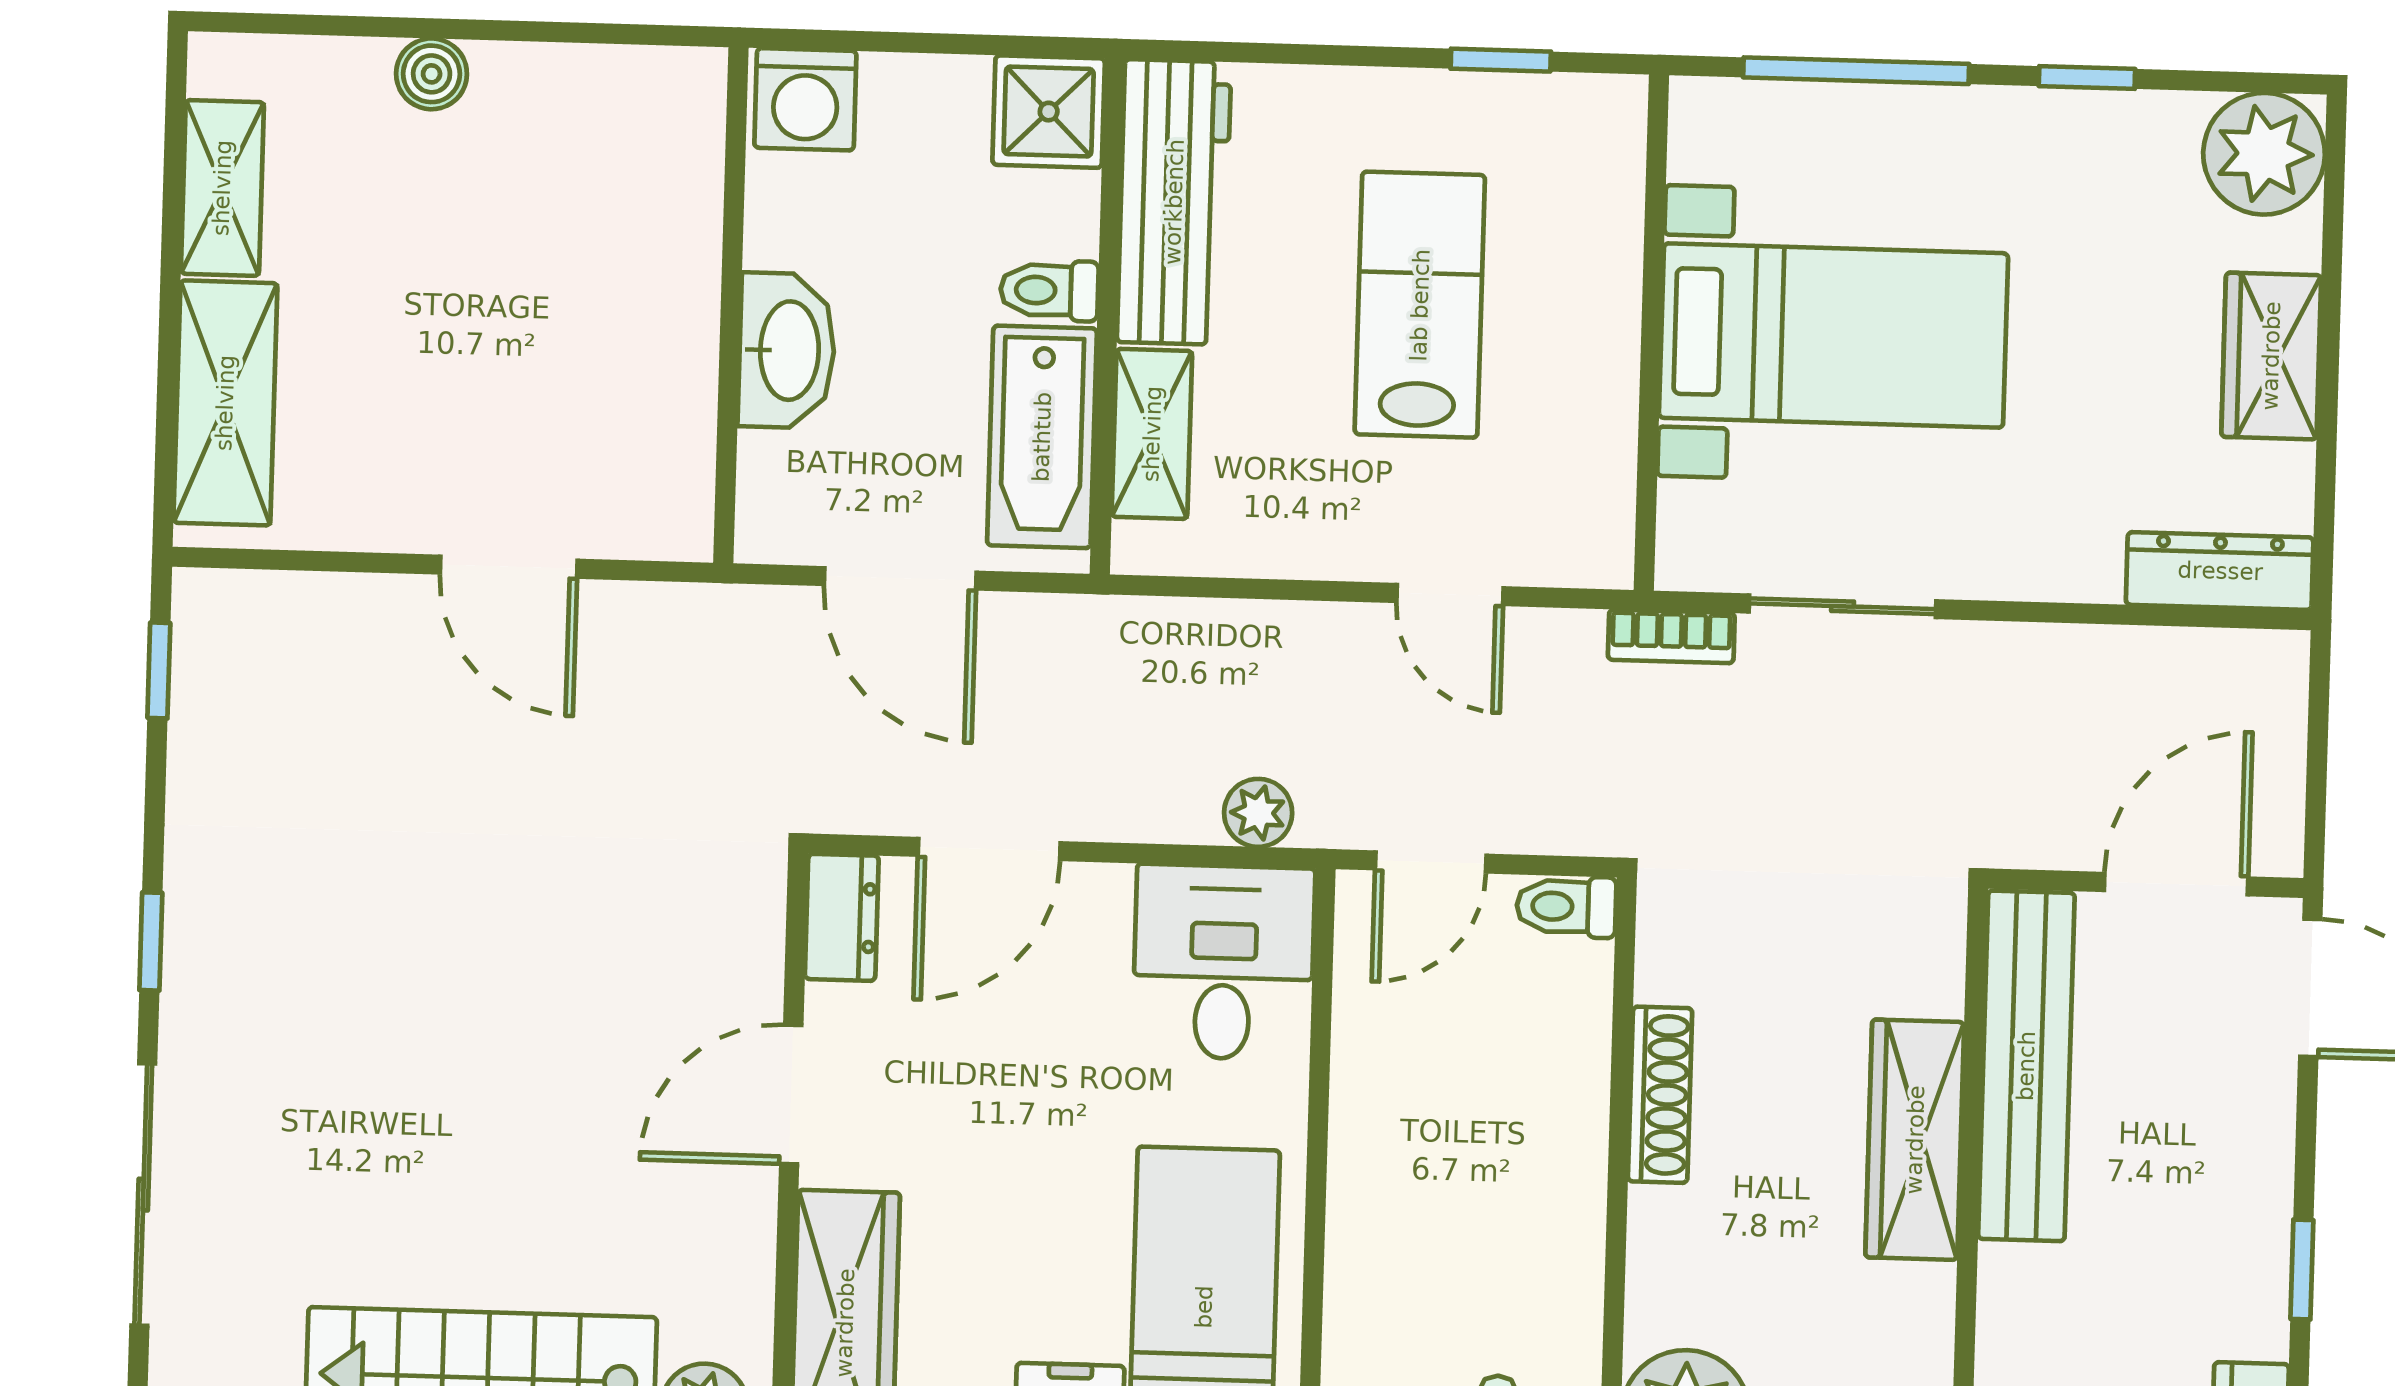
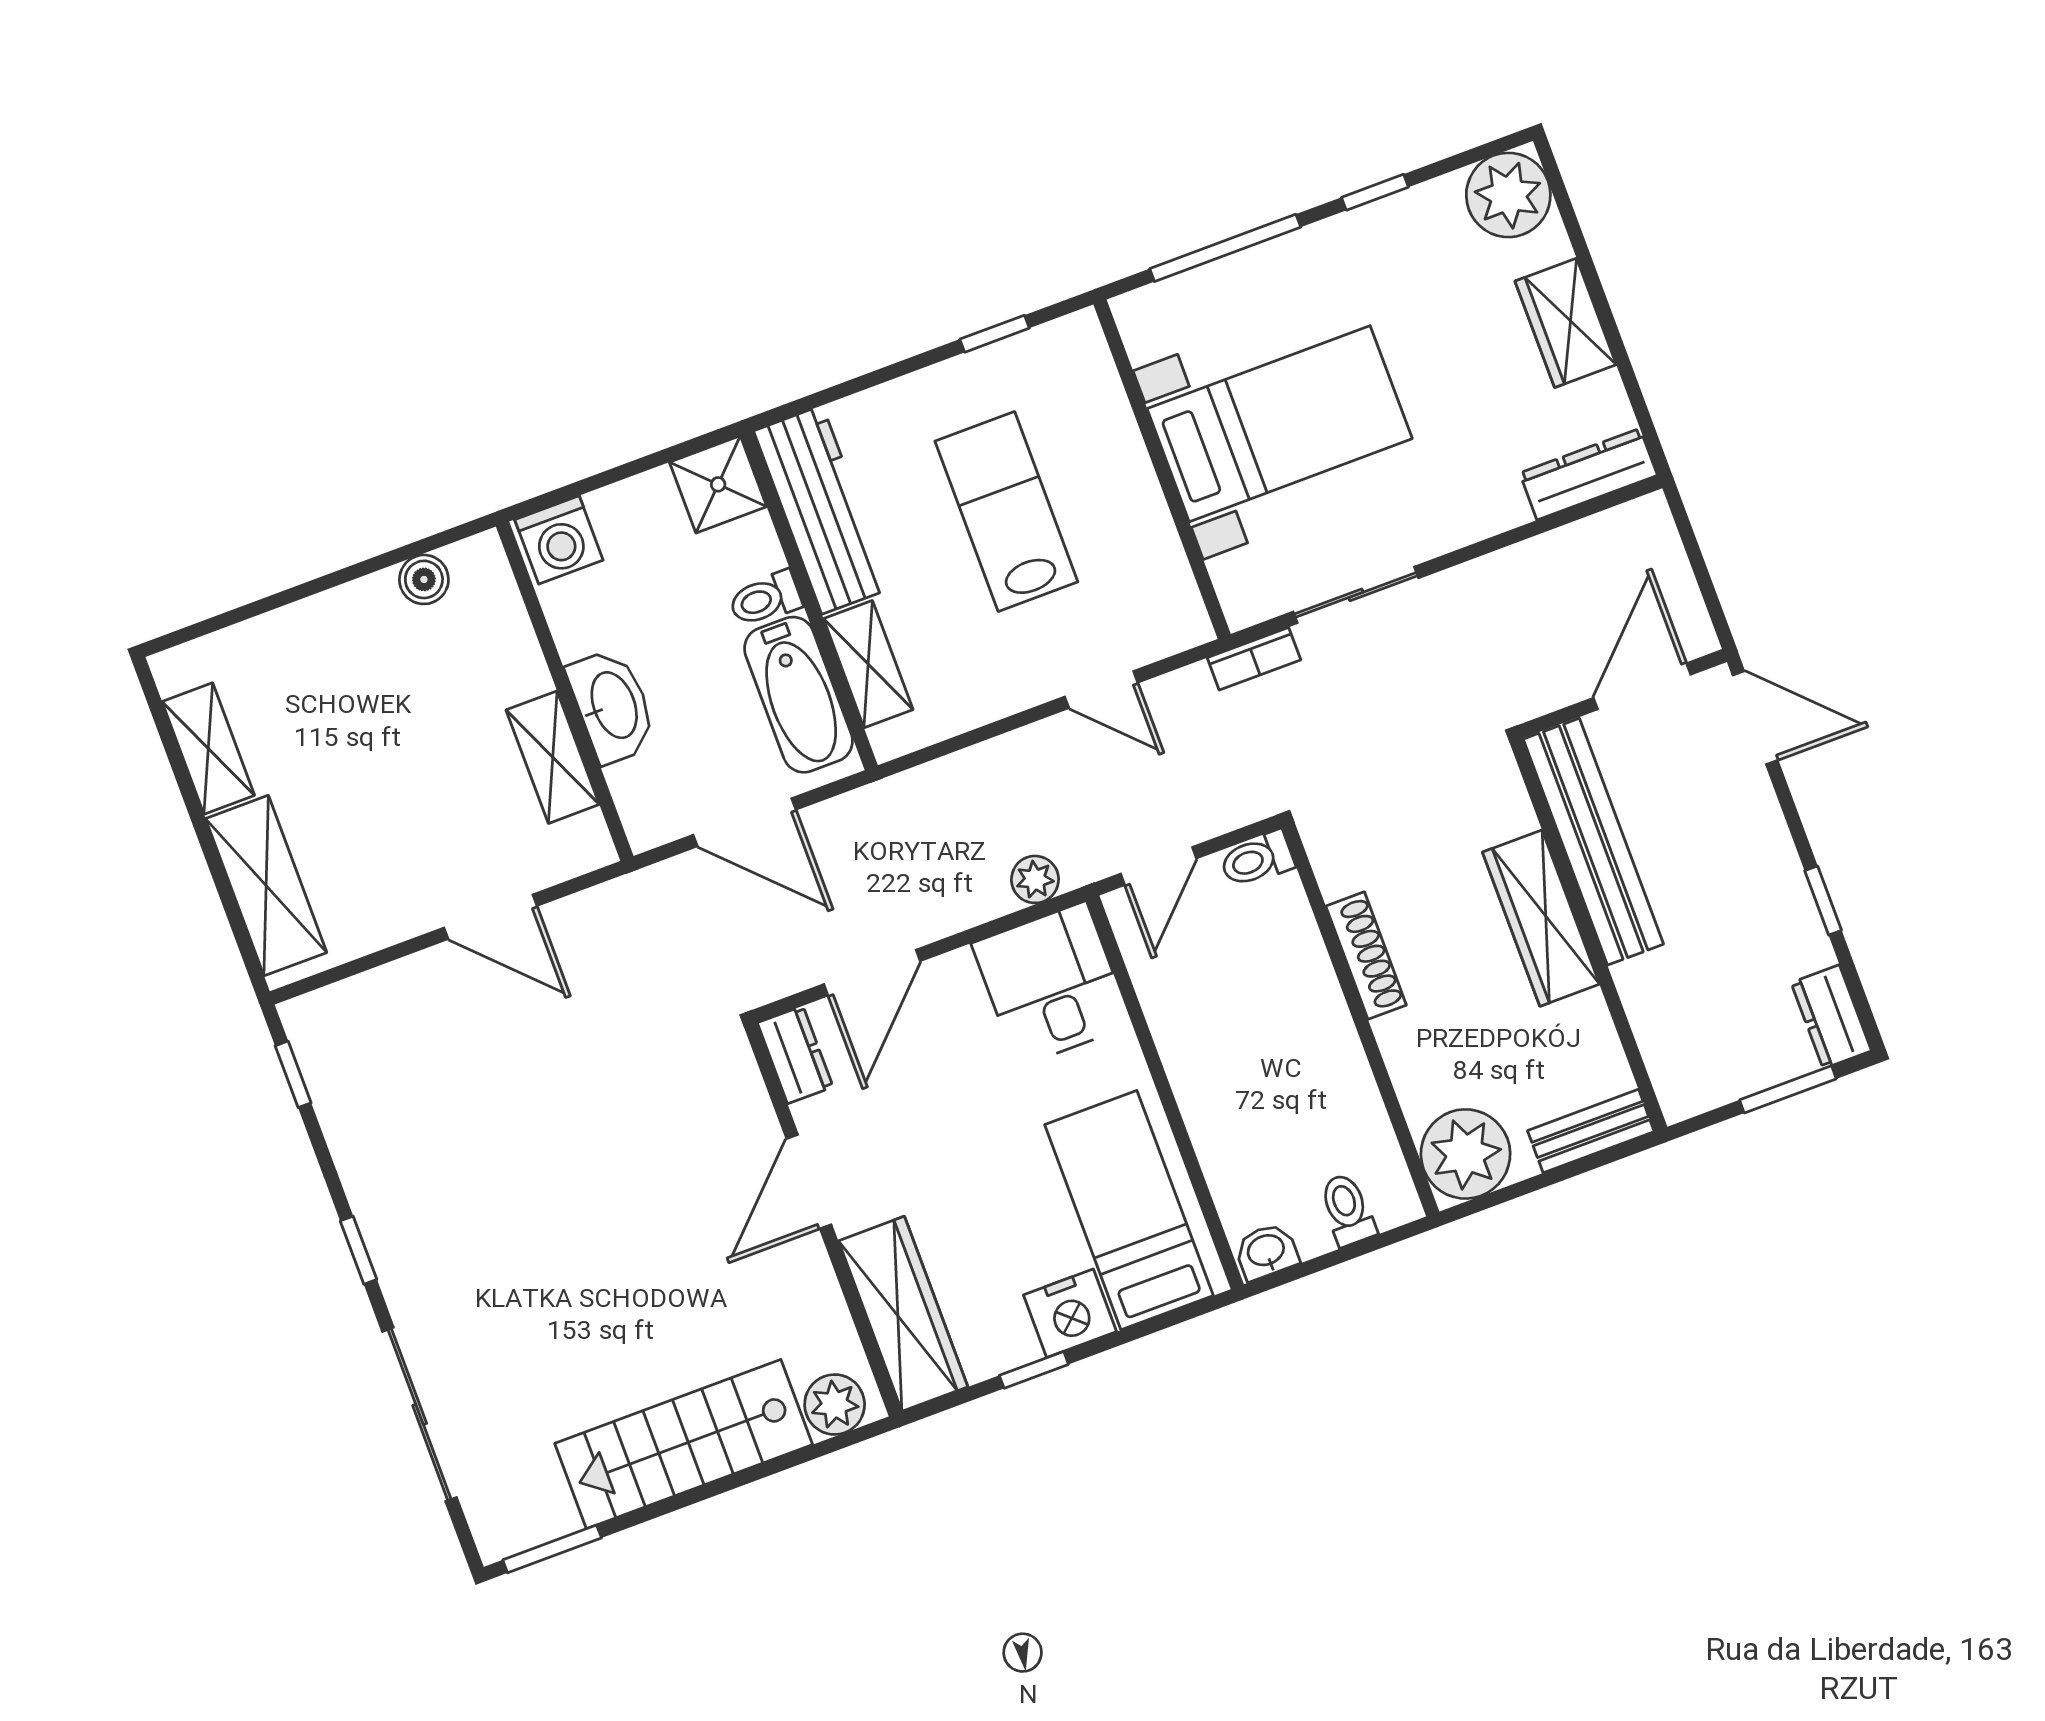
boiler: (432, 74) -> (424, 579), moved
shelving: (679, 387) -> (553, 757), added

